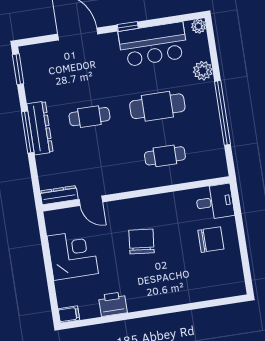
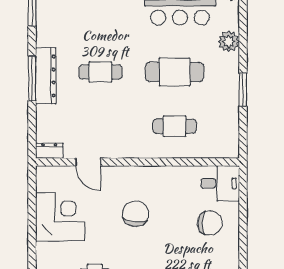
window: (222, 113) -> (243, 90), width x0.47
dresser: (59, 195) -> (49, 151), width x0.70

